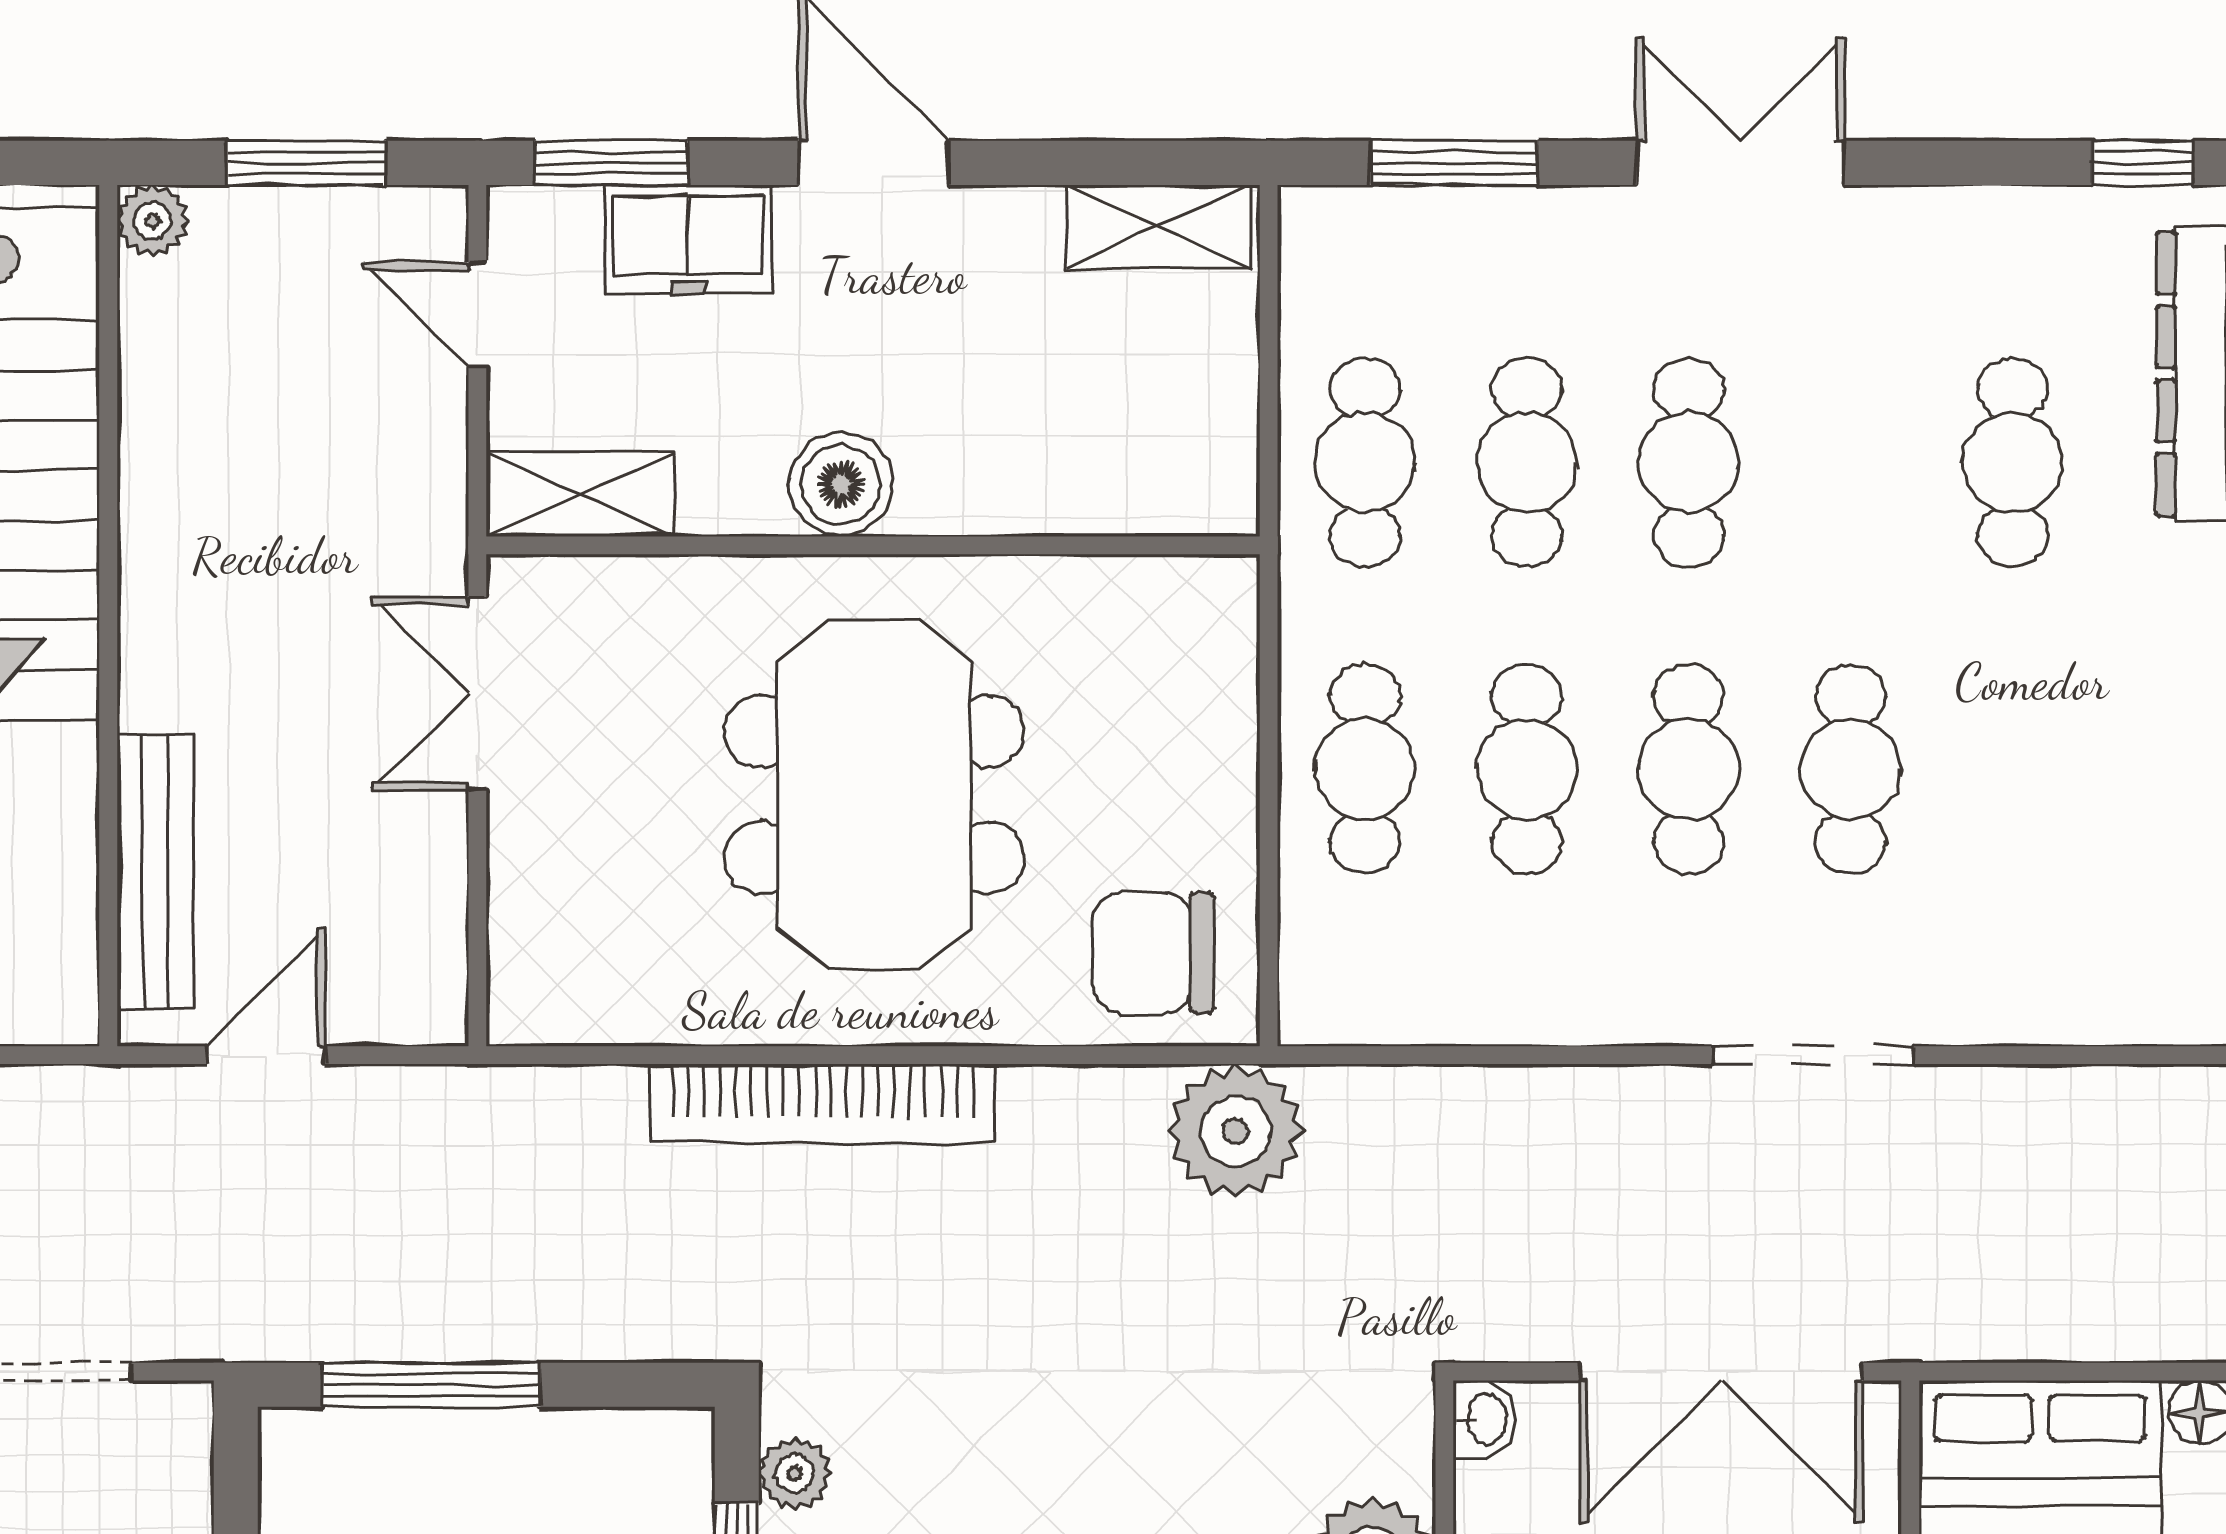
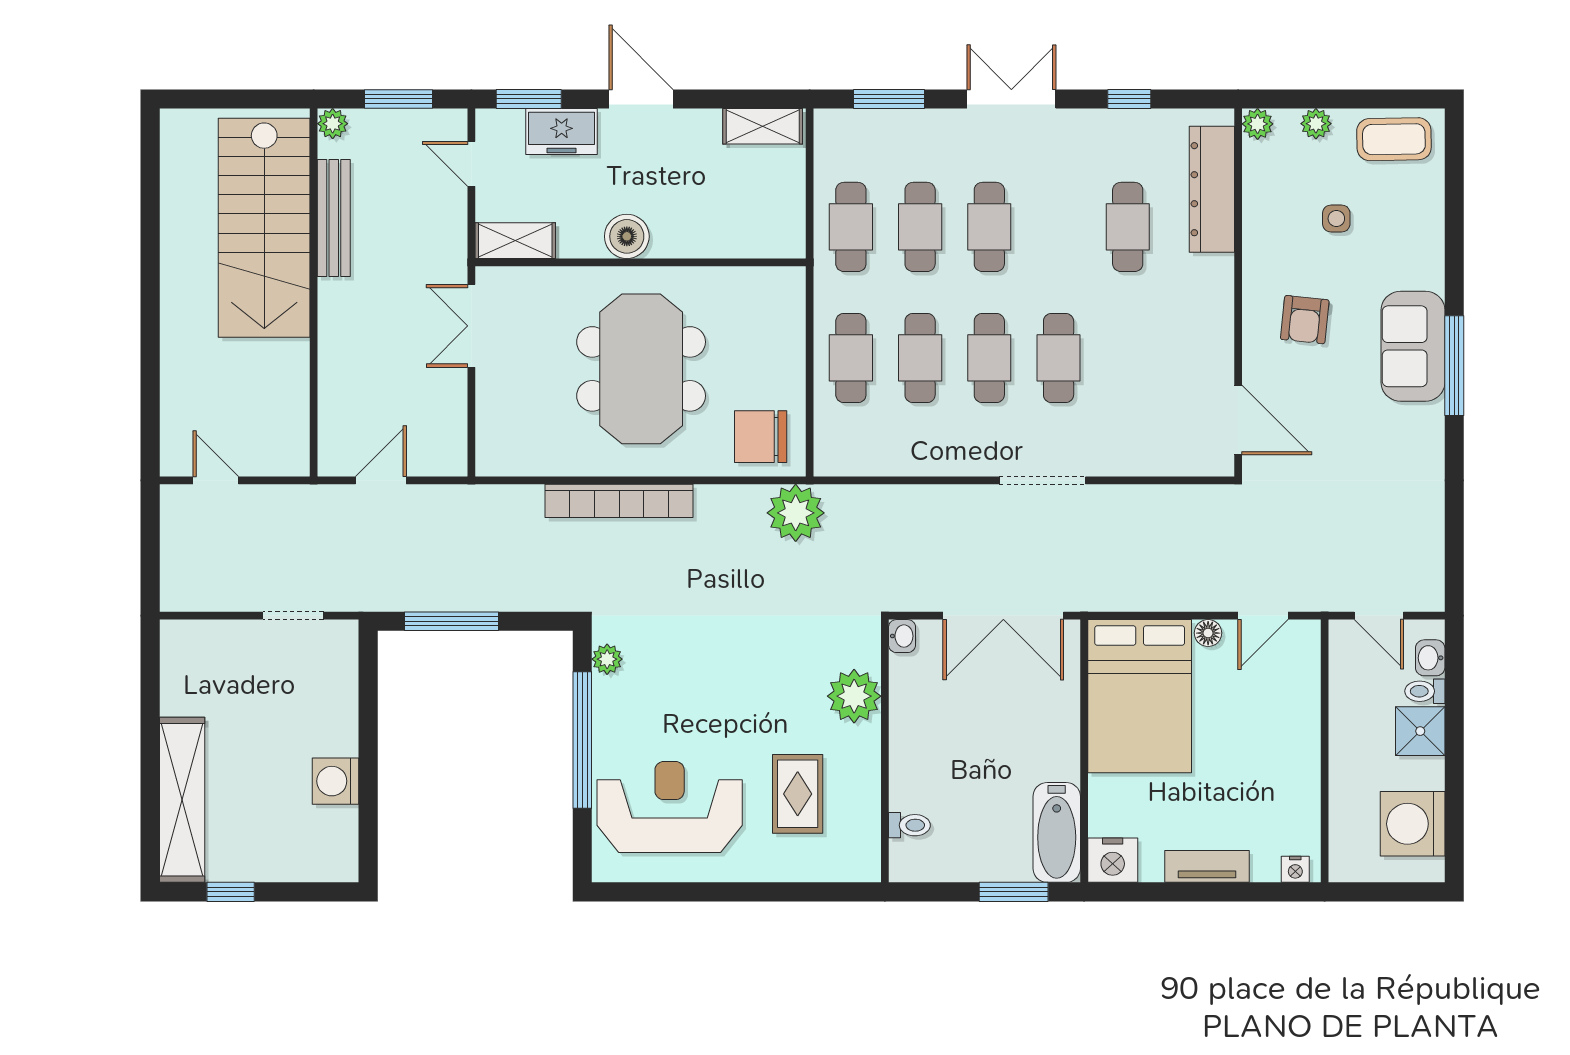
window: (2143, 163) -> (1129, 99), moved
bench: (155, 872) -> (334, 218), moved

